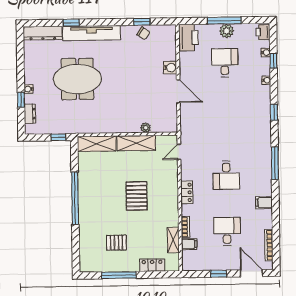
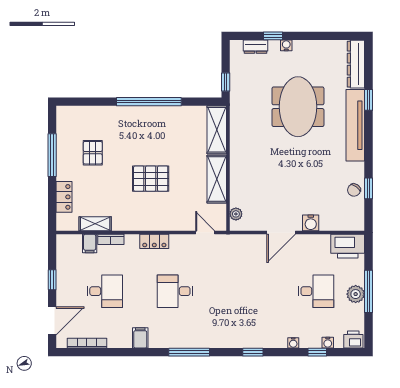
plant: (146, 128) -> (236, 214), moved

